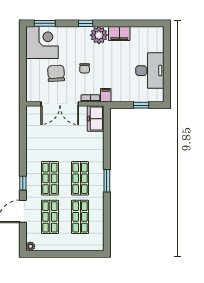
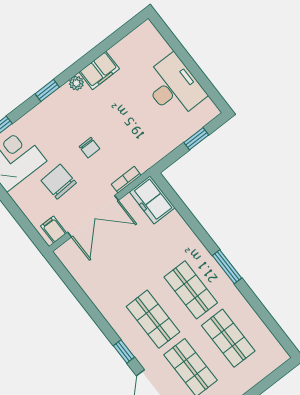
plant: (99, 35) -> (76, 83), width x0.53, depth x0.53
filing cabinet: (106, 95) -> (54, 229), moved

